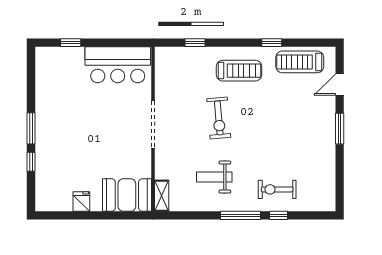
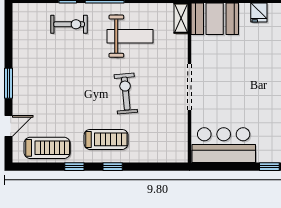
window: (195, 43) -> (113, 167), moved
treadmill: (239, 71) -> (106, 139), turned 180
weight bench: (214, 177) -> (130, 36), width x1.36, depth x1.33

